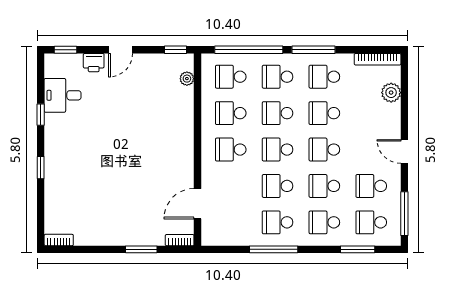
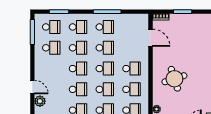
round table: (156, 132) -> (174, 79), added
door: (404, 151) -> (32, 87), moved
door: (198, 204) -> (150, 38), hinge flipped

